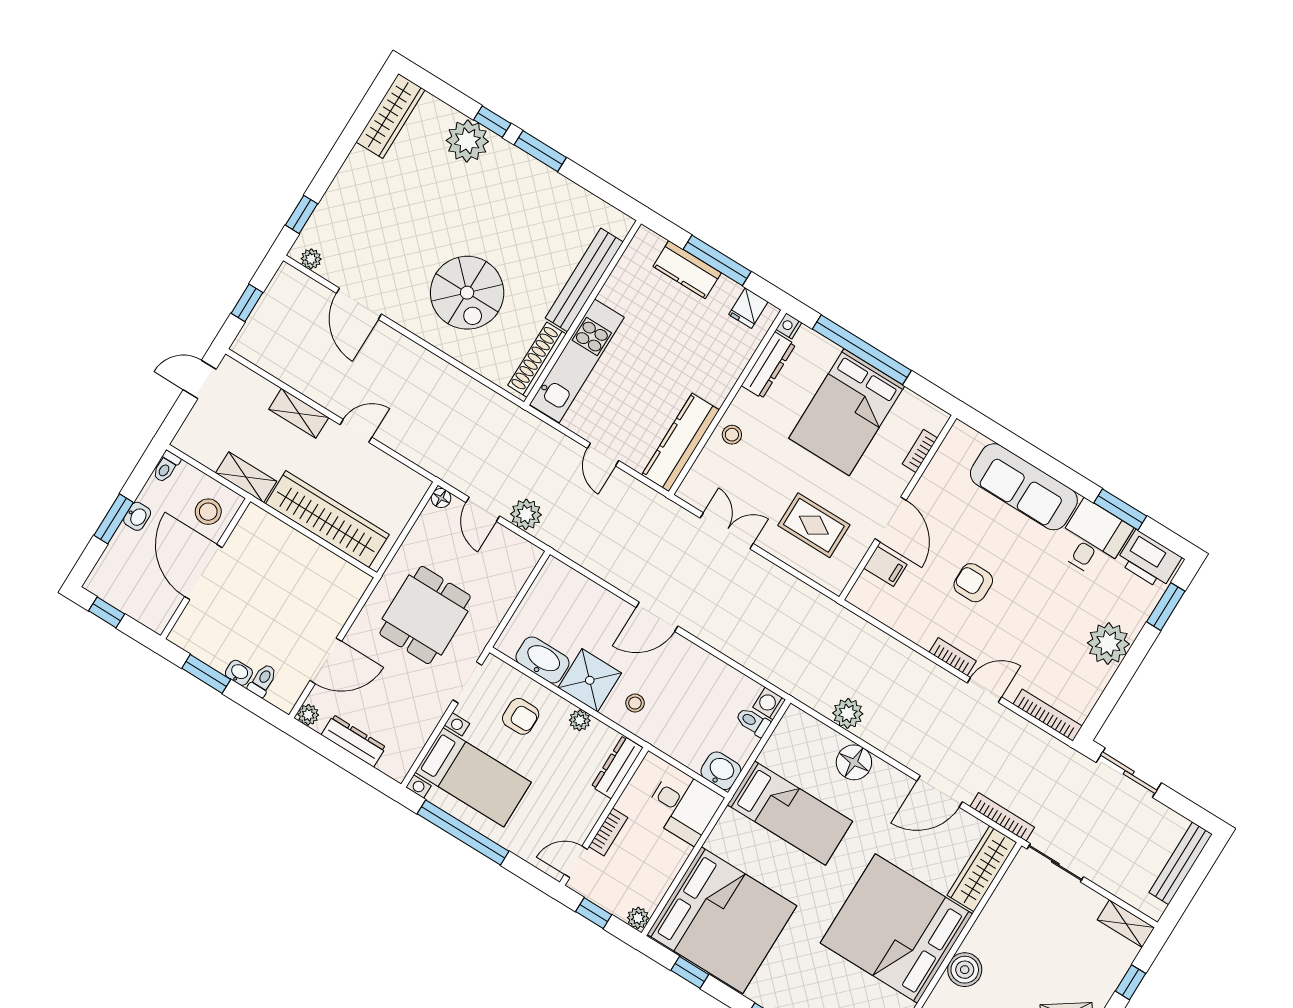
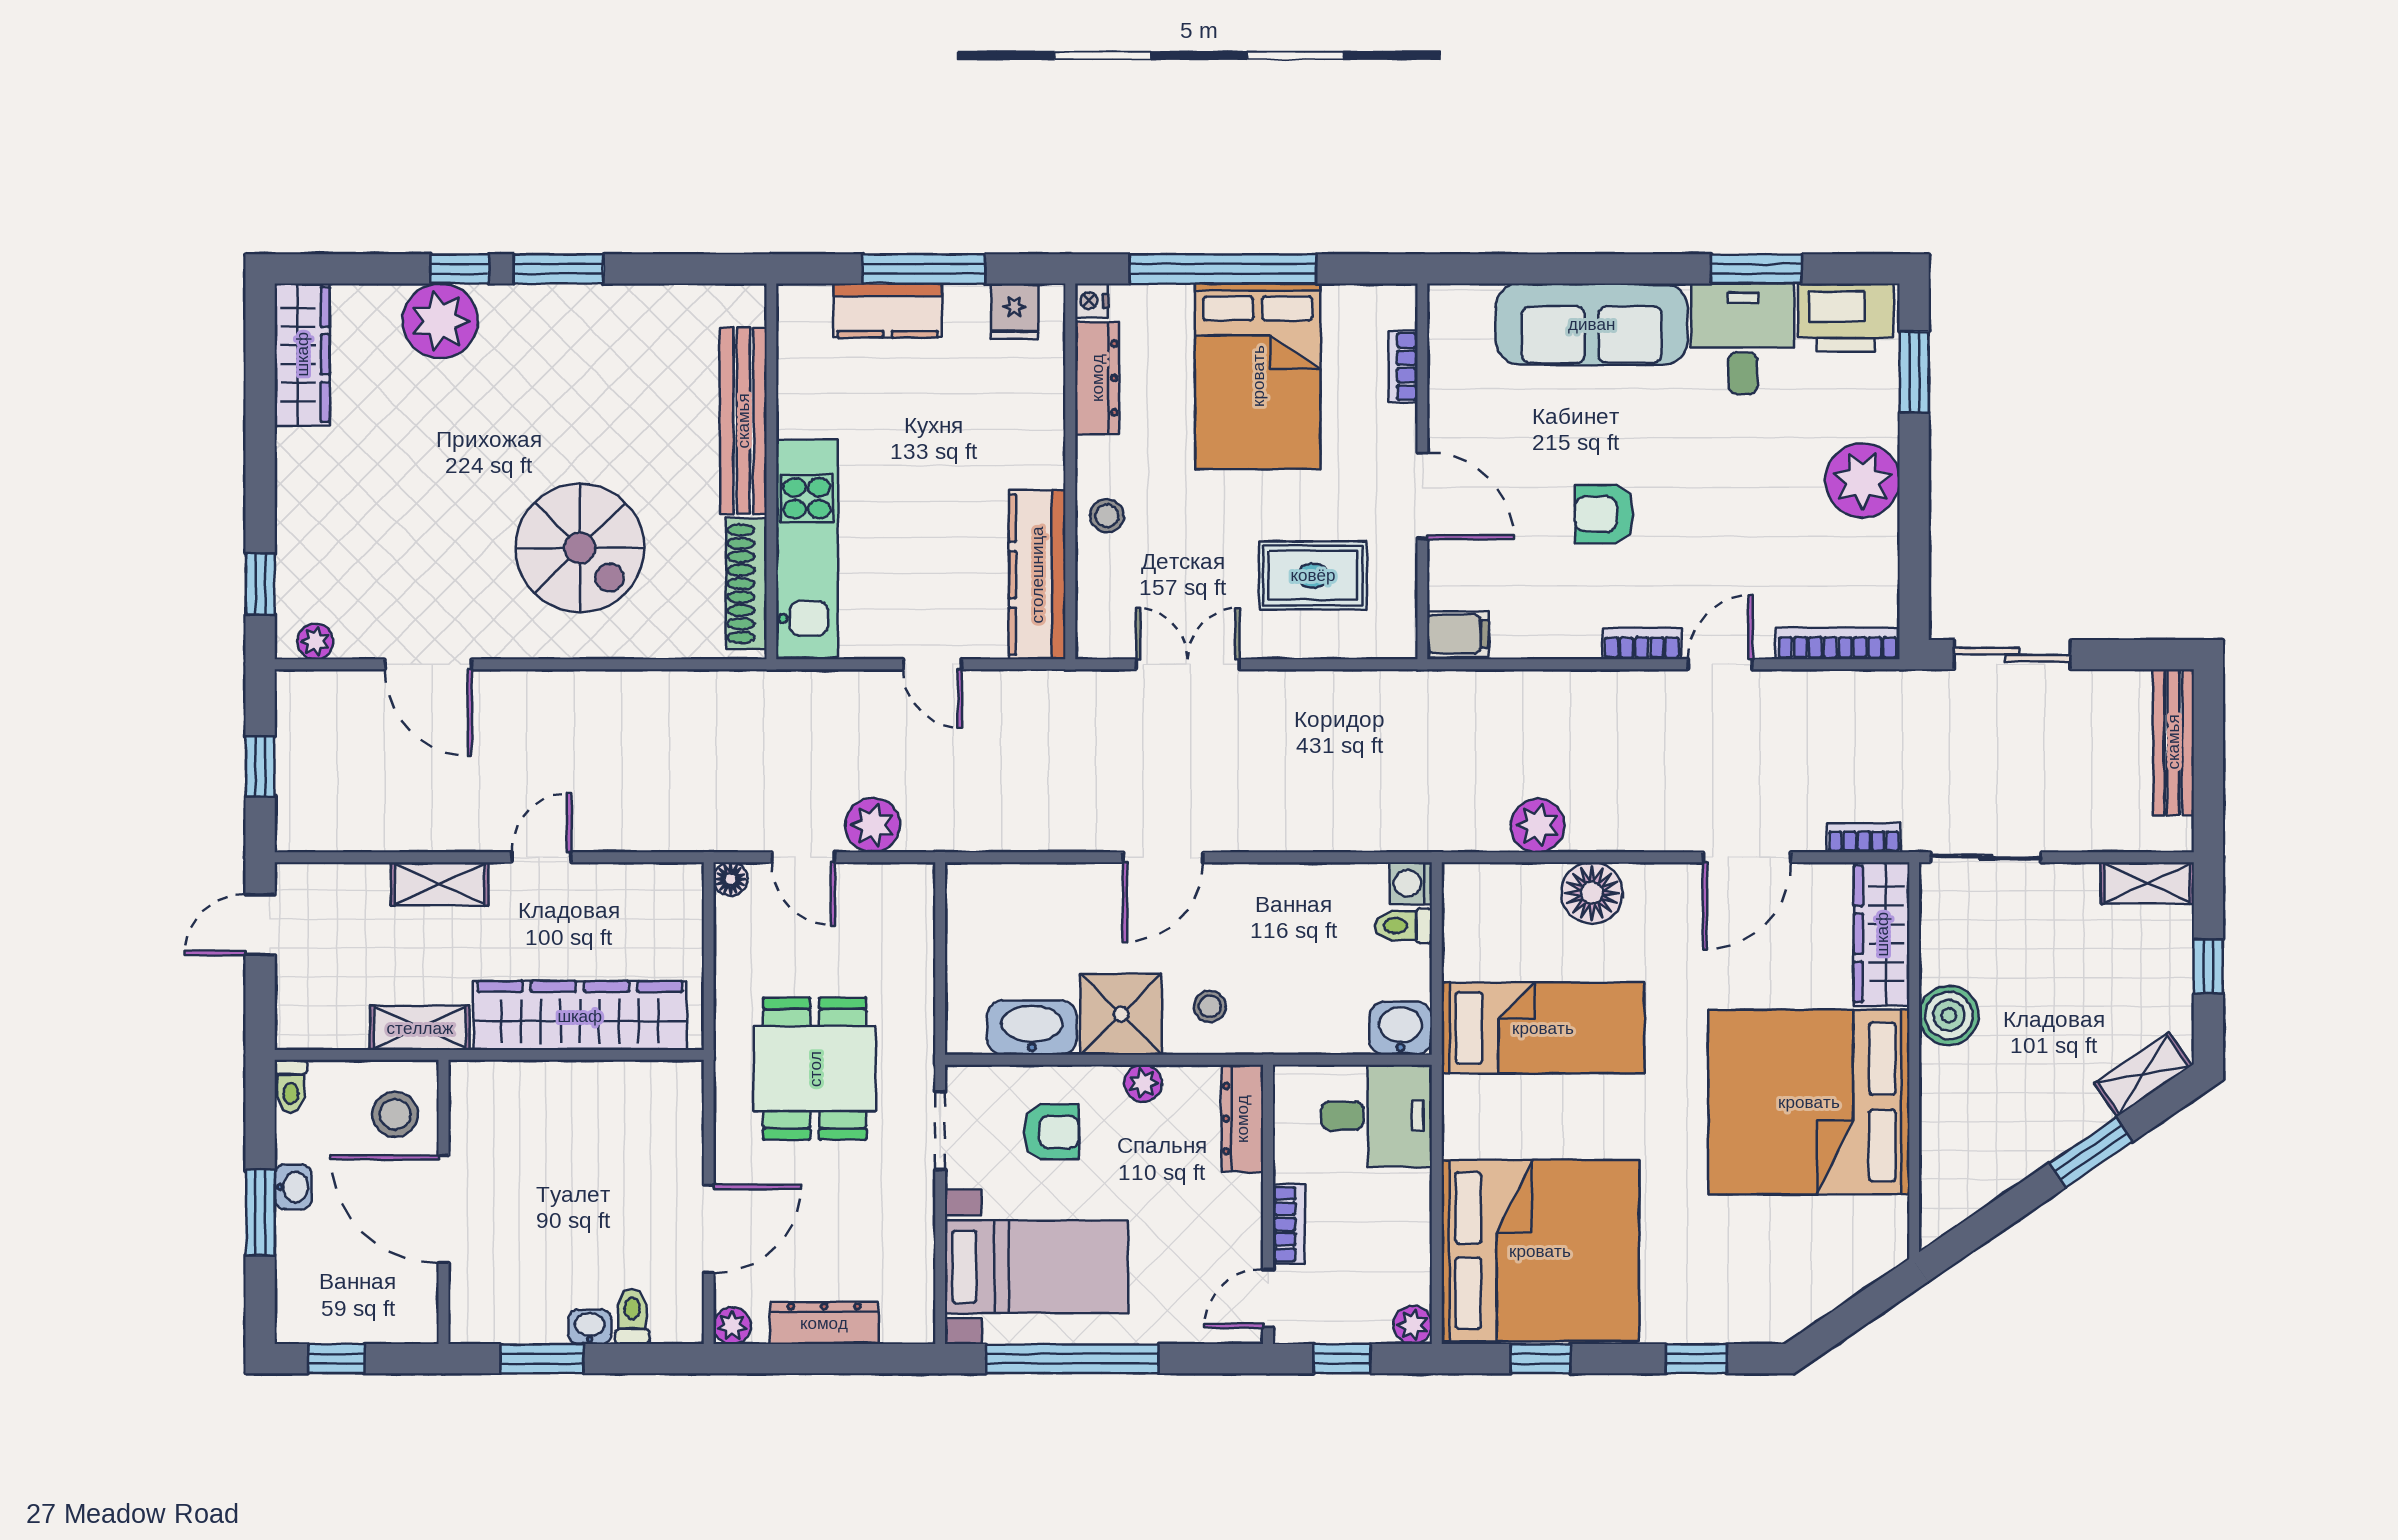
filing cabinet: (885, 566) -> (1458, 634), moved
bookcase: (1002, 817) -> (1864, 838), width x0.64
boiler: (965, 970) -> (1949, 1015), moved

